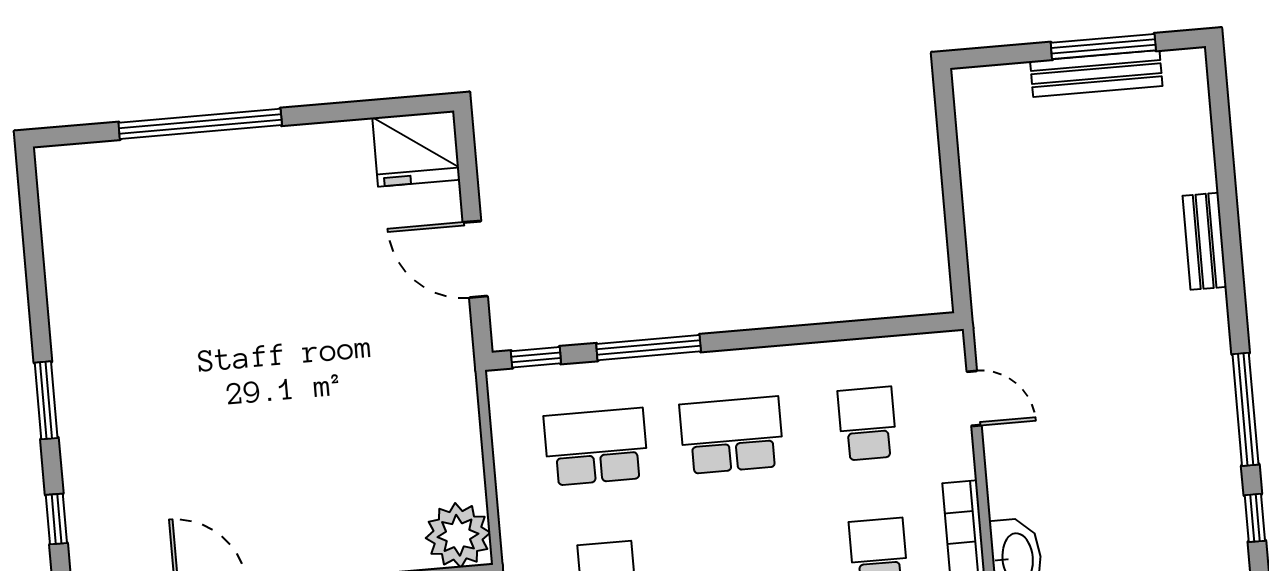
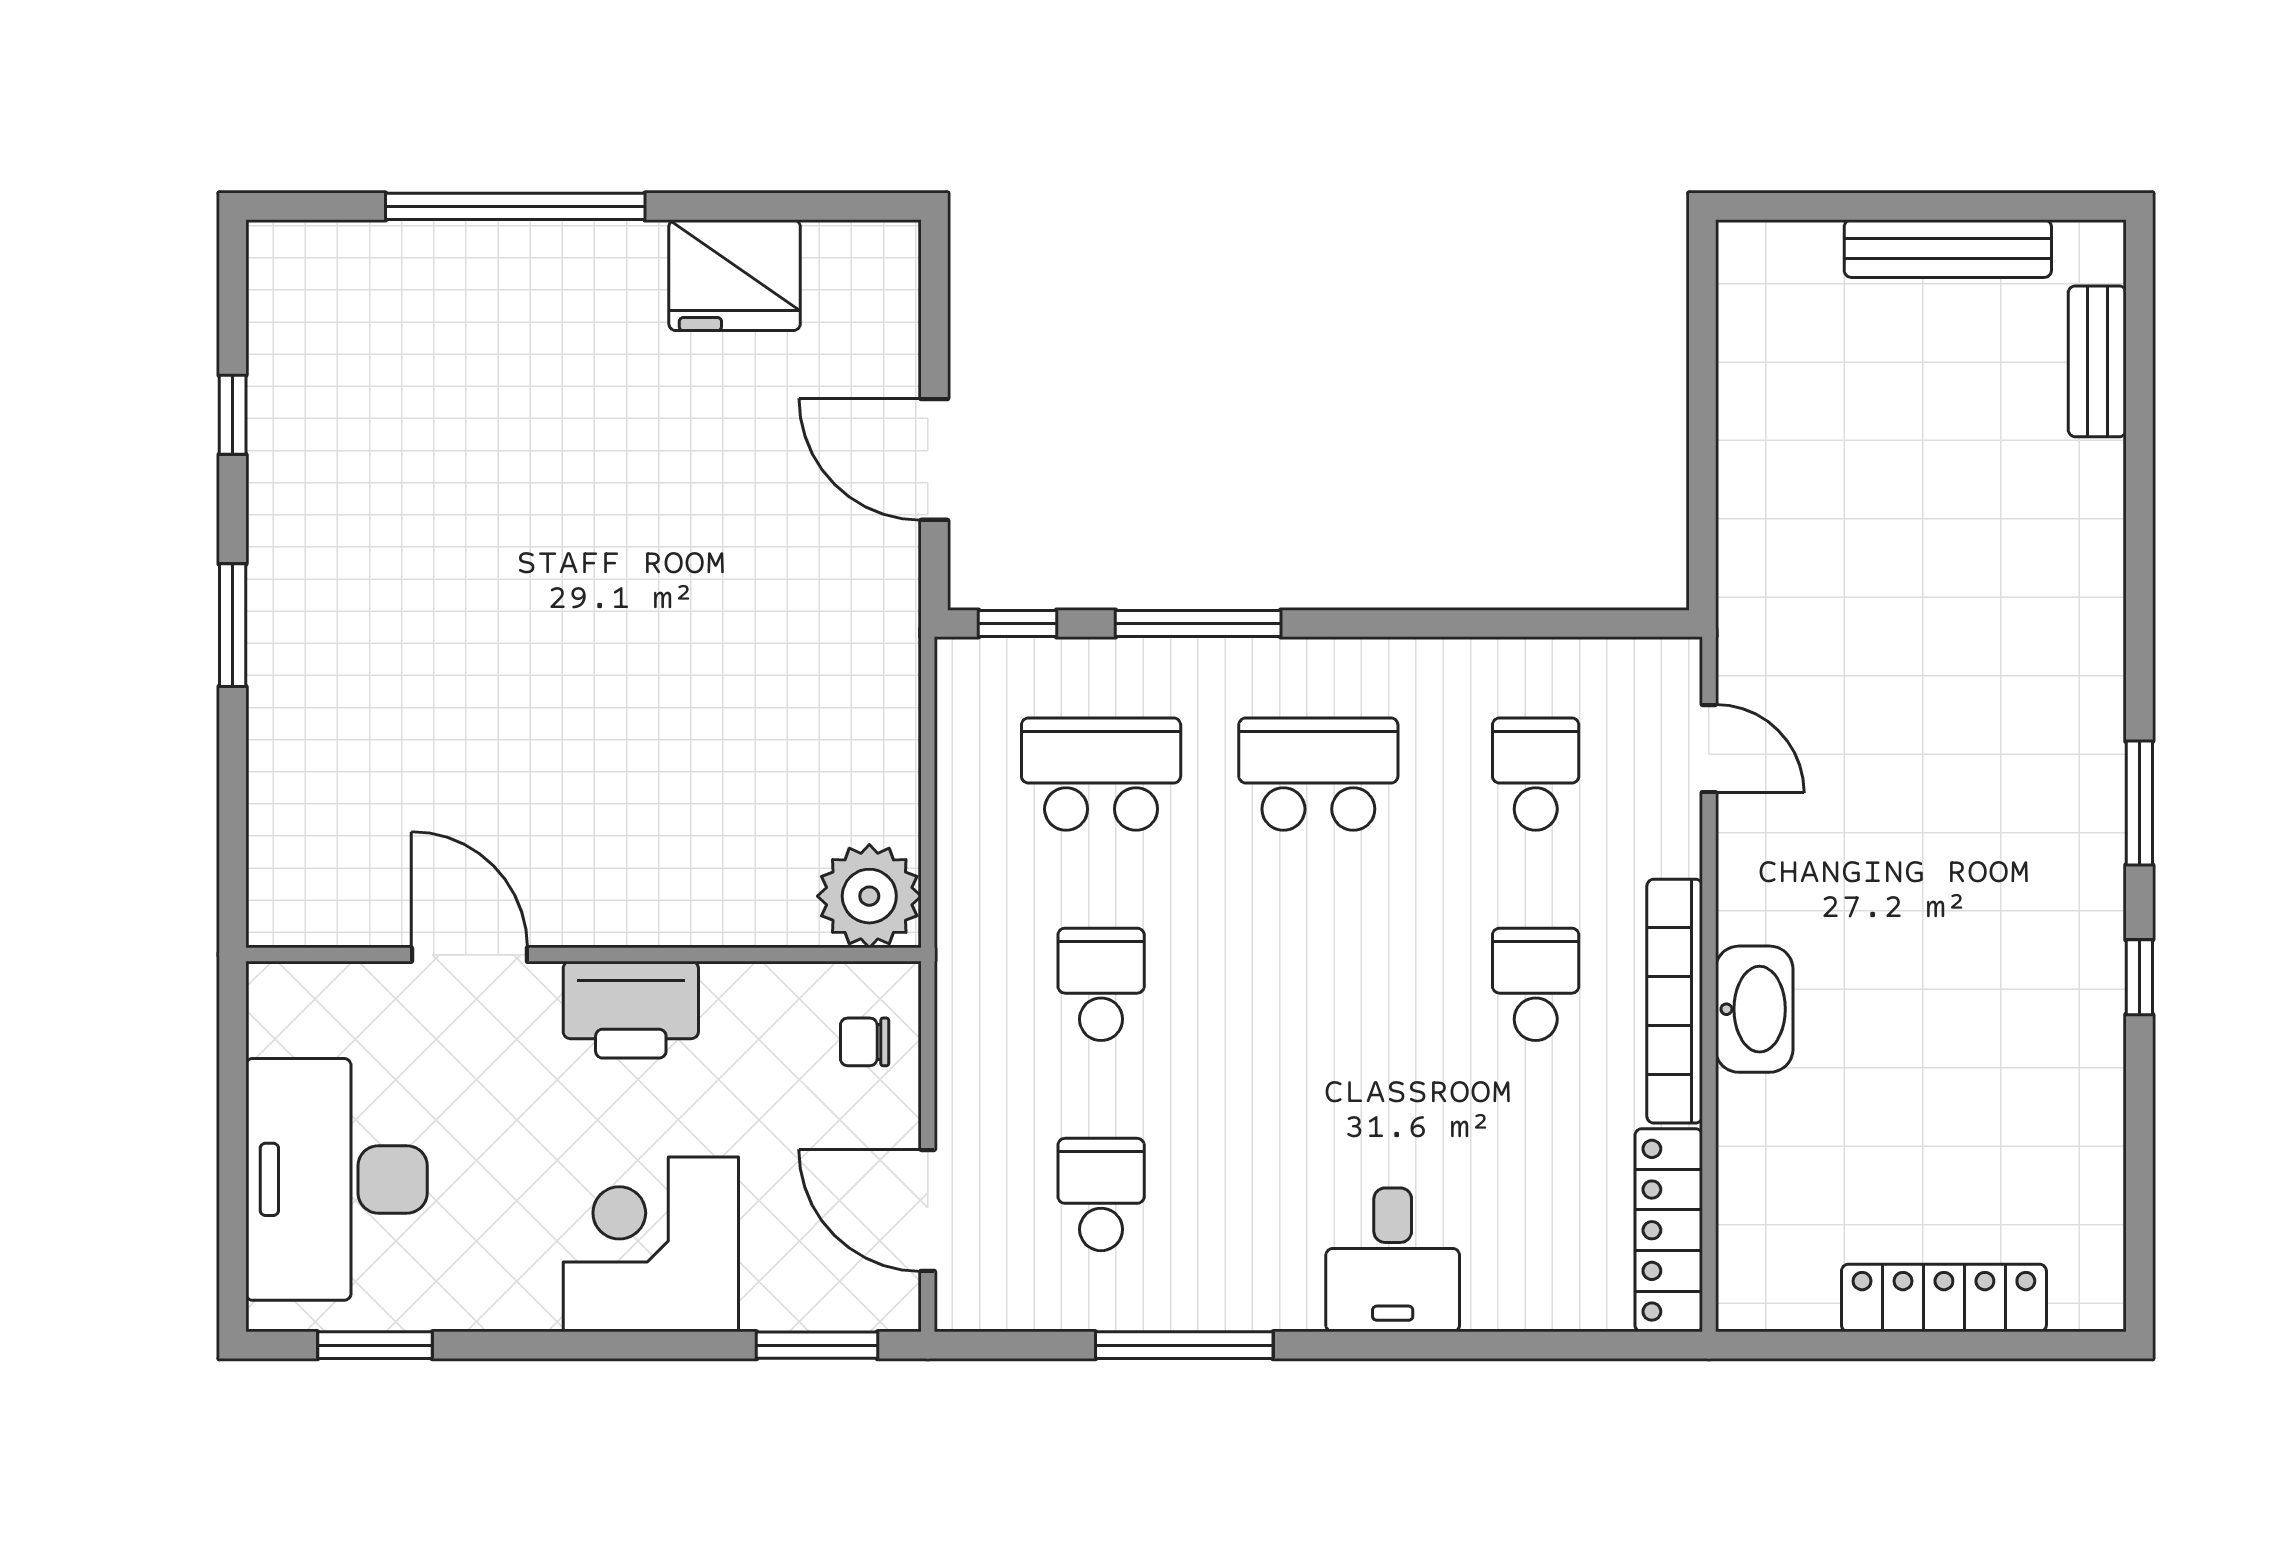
window: (1103, 46) -> (1963, 206), removed
fridge: (416, 149) -> (735, 275), moved
bench: (1205, 241) -> (2097, 361), moved
window: (1245, 409) -> (2139, 803), width x0.69
window: (56, 519) -> (233, 415), moved

